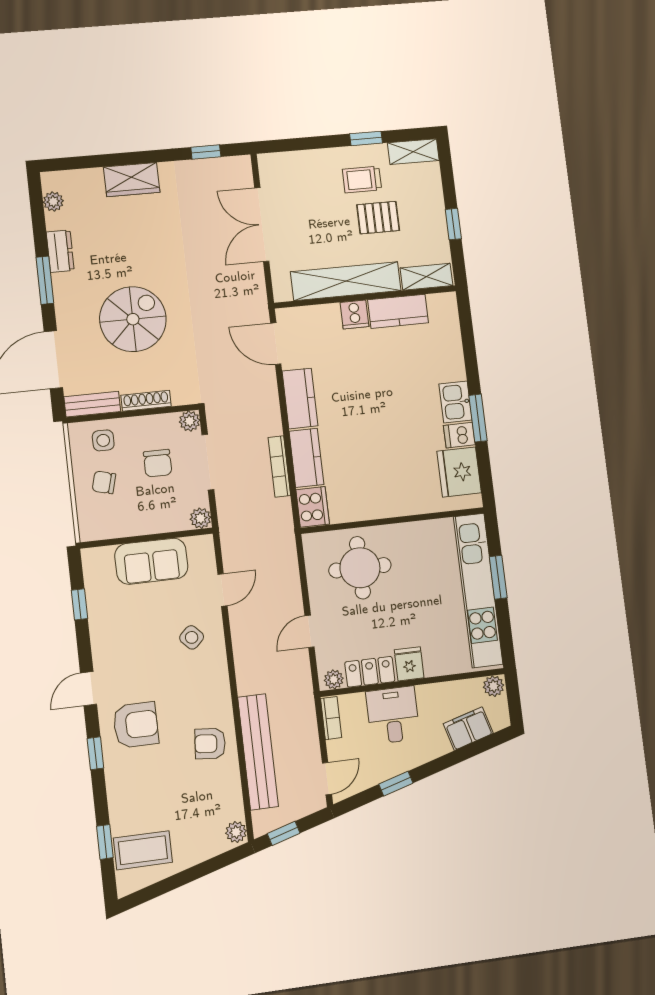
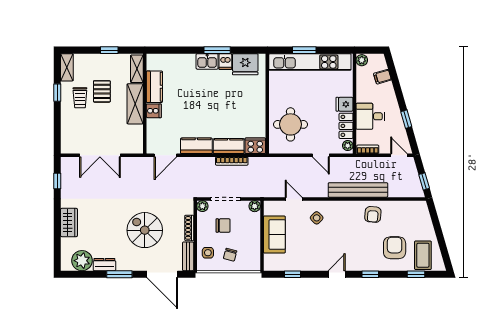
plant: (53, 201) -> (82, 261), width x1.87, depth x1.87
shelving: (346, 281) -> (135, 104), width x0.68
door: (89, 689) -> (337, 274), swing flipped
armchair: (136, 725) -> (395, 248), moved
filing cabinet: (468, 729) -> (382, 77), width x0.50
bench: (258, 752) -> (358, 190), moved
plant: (236, 832) -> (420, 206), removed

